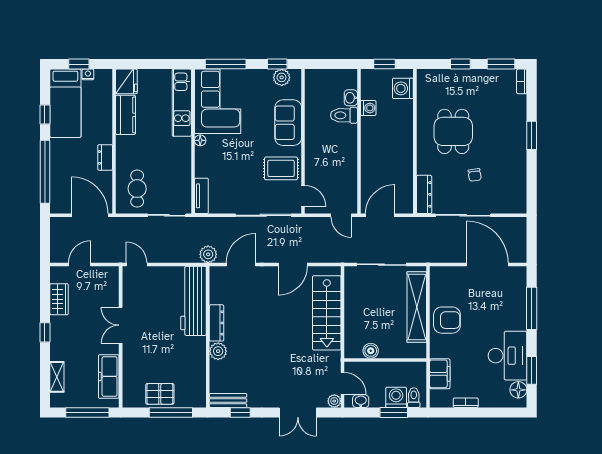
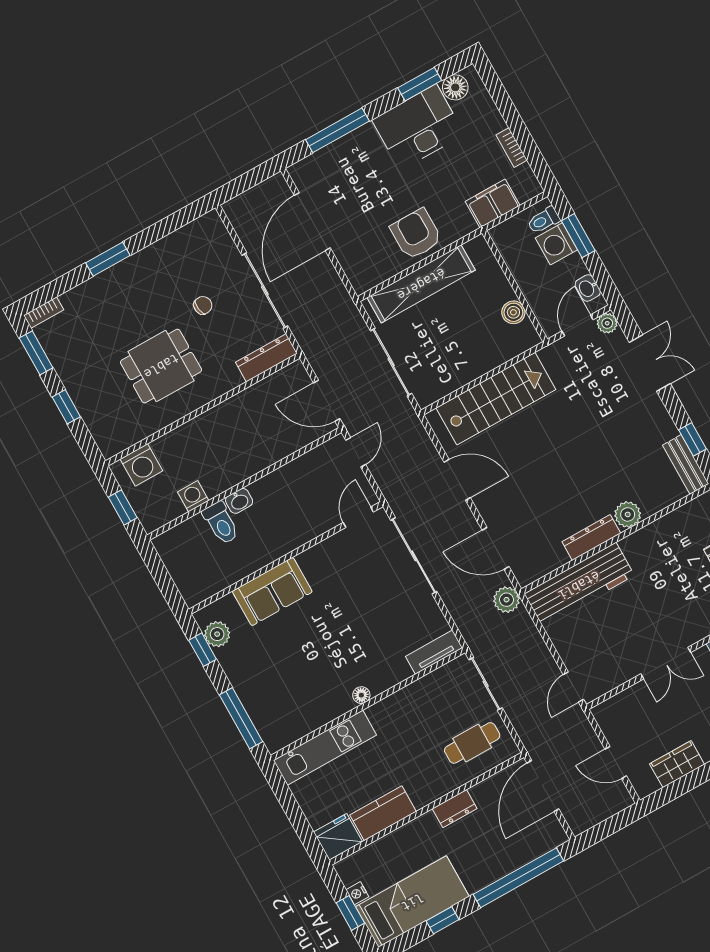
washbasin: (351, 98) -> (239, 501), moved
corner sofa: (218, 101) -> (296, 701), removed
rug: (281, 168) -> (338, 567), removed

